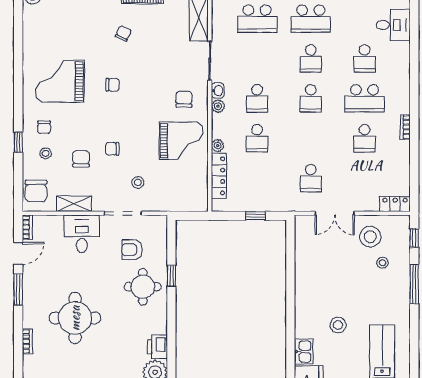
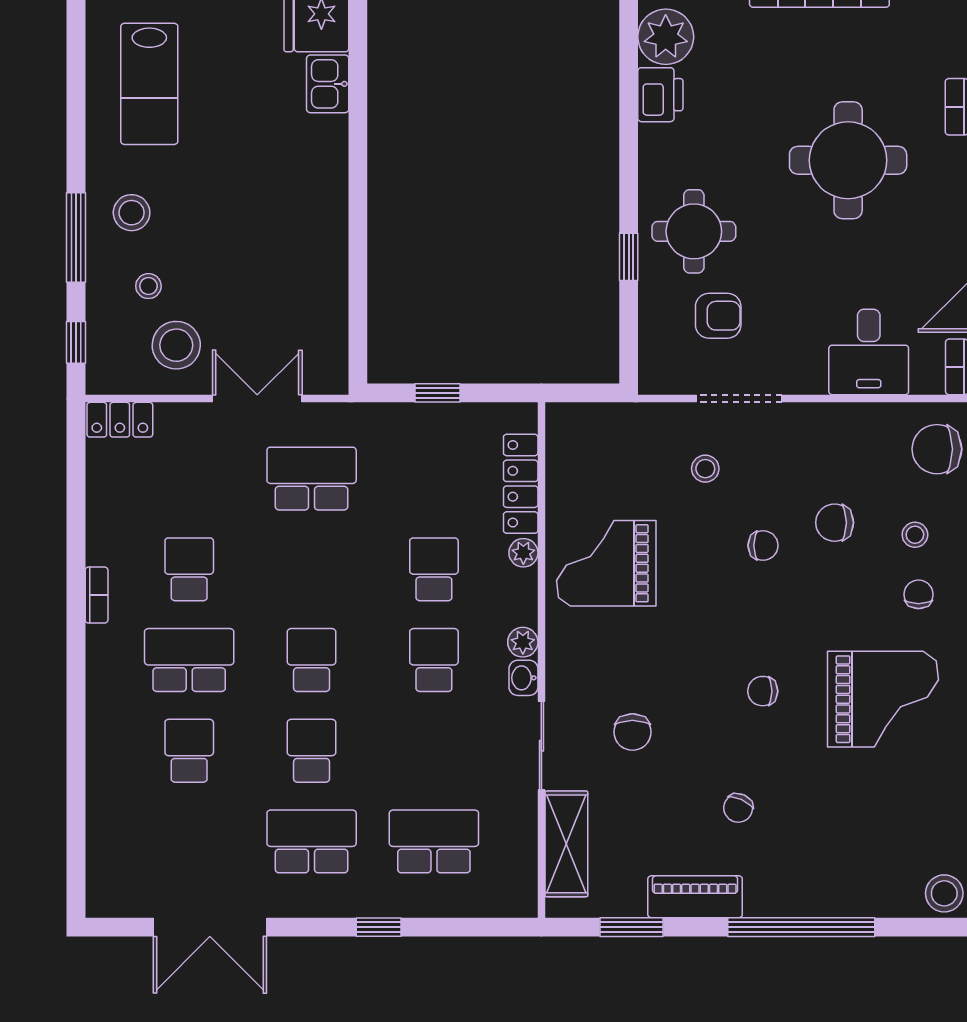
desk: (393, 25) -> (124, 827), removed
chair: (184, 99) -> (632, 732), moved
chair: (81, 159) -> (835, 523), turned 90
school desk: (311, 178) -> (312, 479), width x1.85
chair: (36, 191) -> (937, 449), turned -90
shelving: (74, 204) -> (850, 420), removed
desk: (82, 234) -> (869, 352), moved
stool: (338, 325) -> (132, 213), moved

